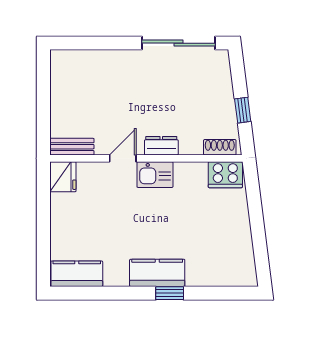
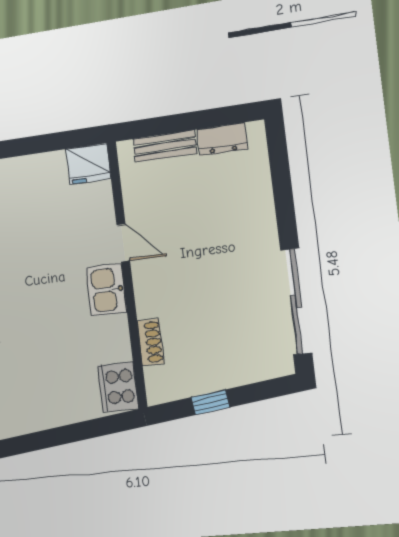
dresser: (161, 146) -> (222, 139), moved, turned 90
bench: (72, 147) -> (165, 146), moved, turned 90
shoe rack: (220, 147) -> (151, 342), moved

